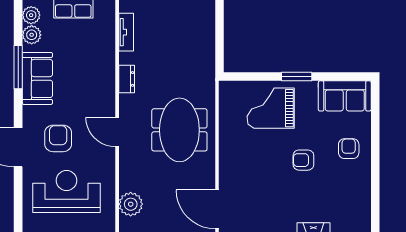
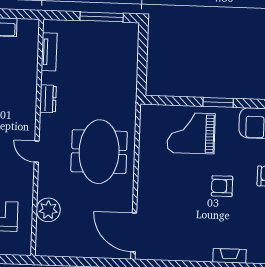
door: (117, 132) -> (37, 152), width x0.73
plant: (131, 204) -> (48, 210), moved

